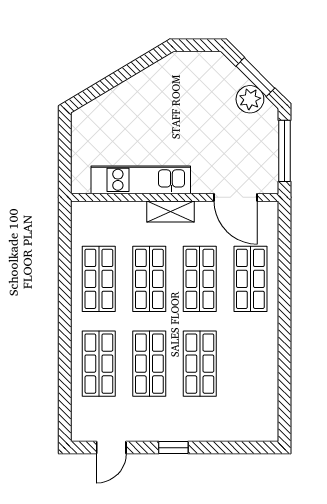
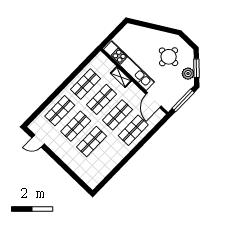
round table: (192, 103) -> (169, 57), added
kitchen unit: (141, 180) -> (129, 66), width x1.36
shelving: (171, 211) -> (121, 77), moved
window: (173, 448) -> (58, 160), removed

